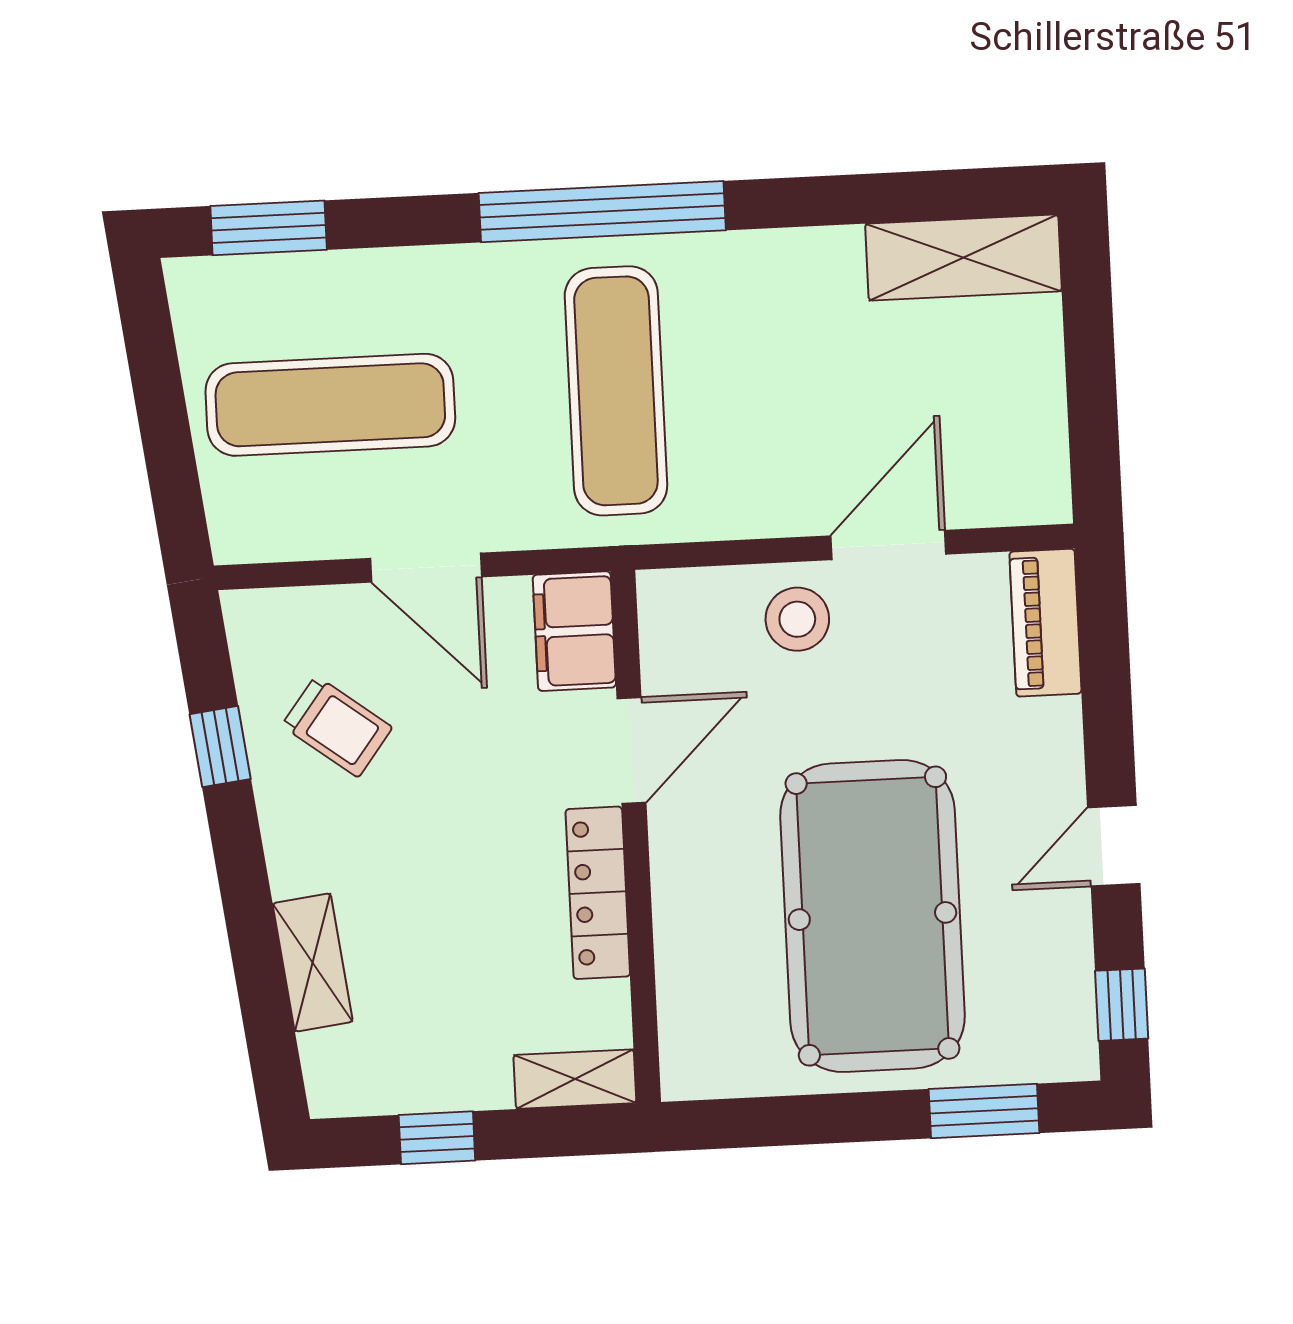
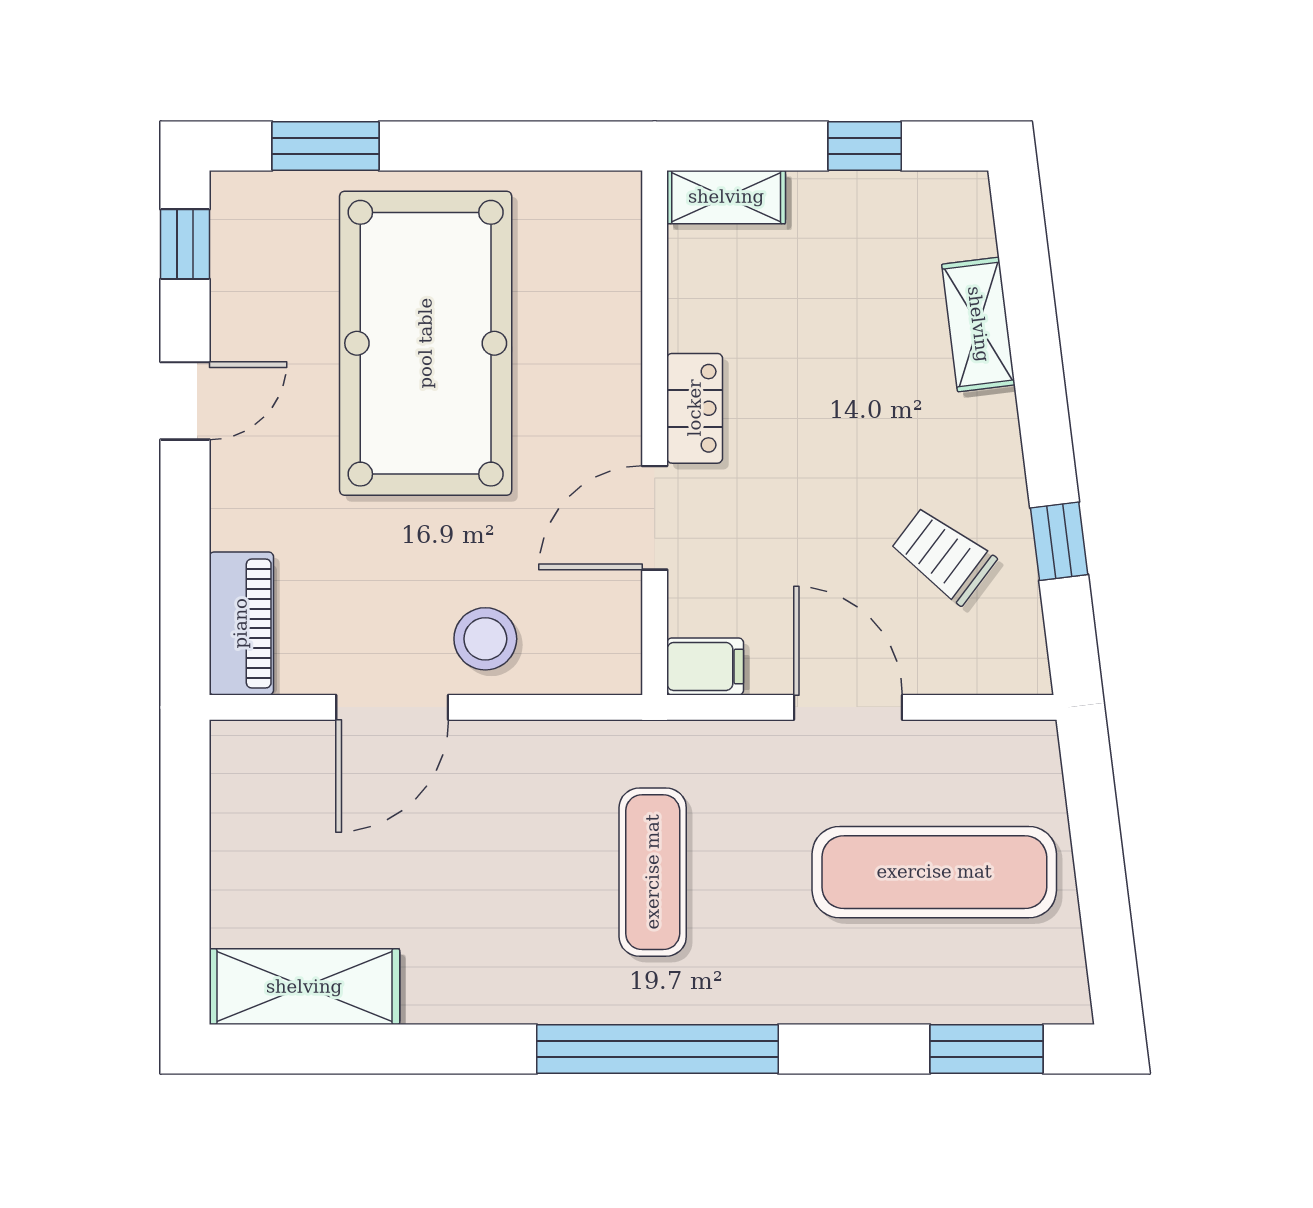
exercise mat: (616, 391) -> (653, 872), width x0.73, depth x0.69
filing cabinet: (574, 631) -> (705, 666), width x0.50
locker: (598, 893) -> (695, 408), width x0.66

